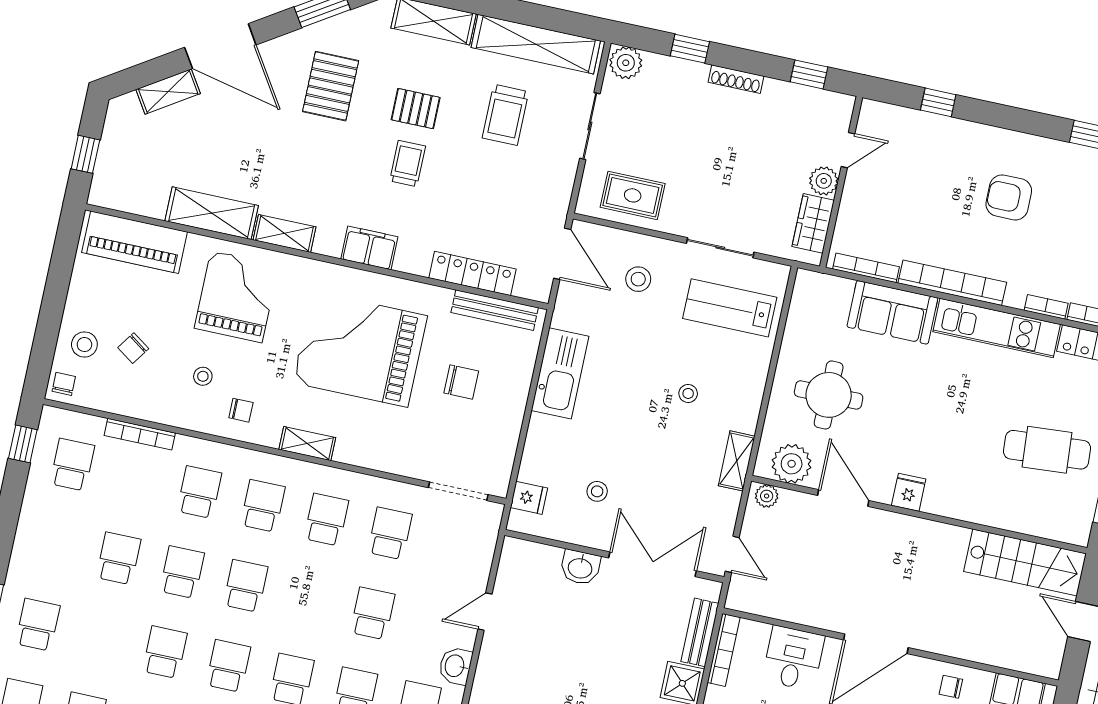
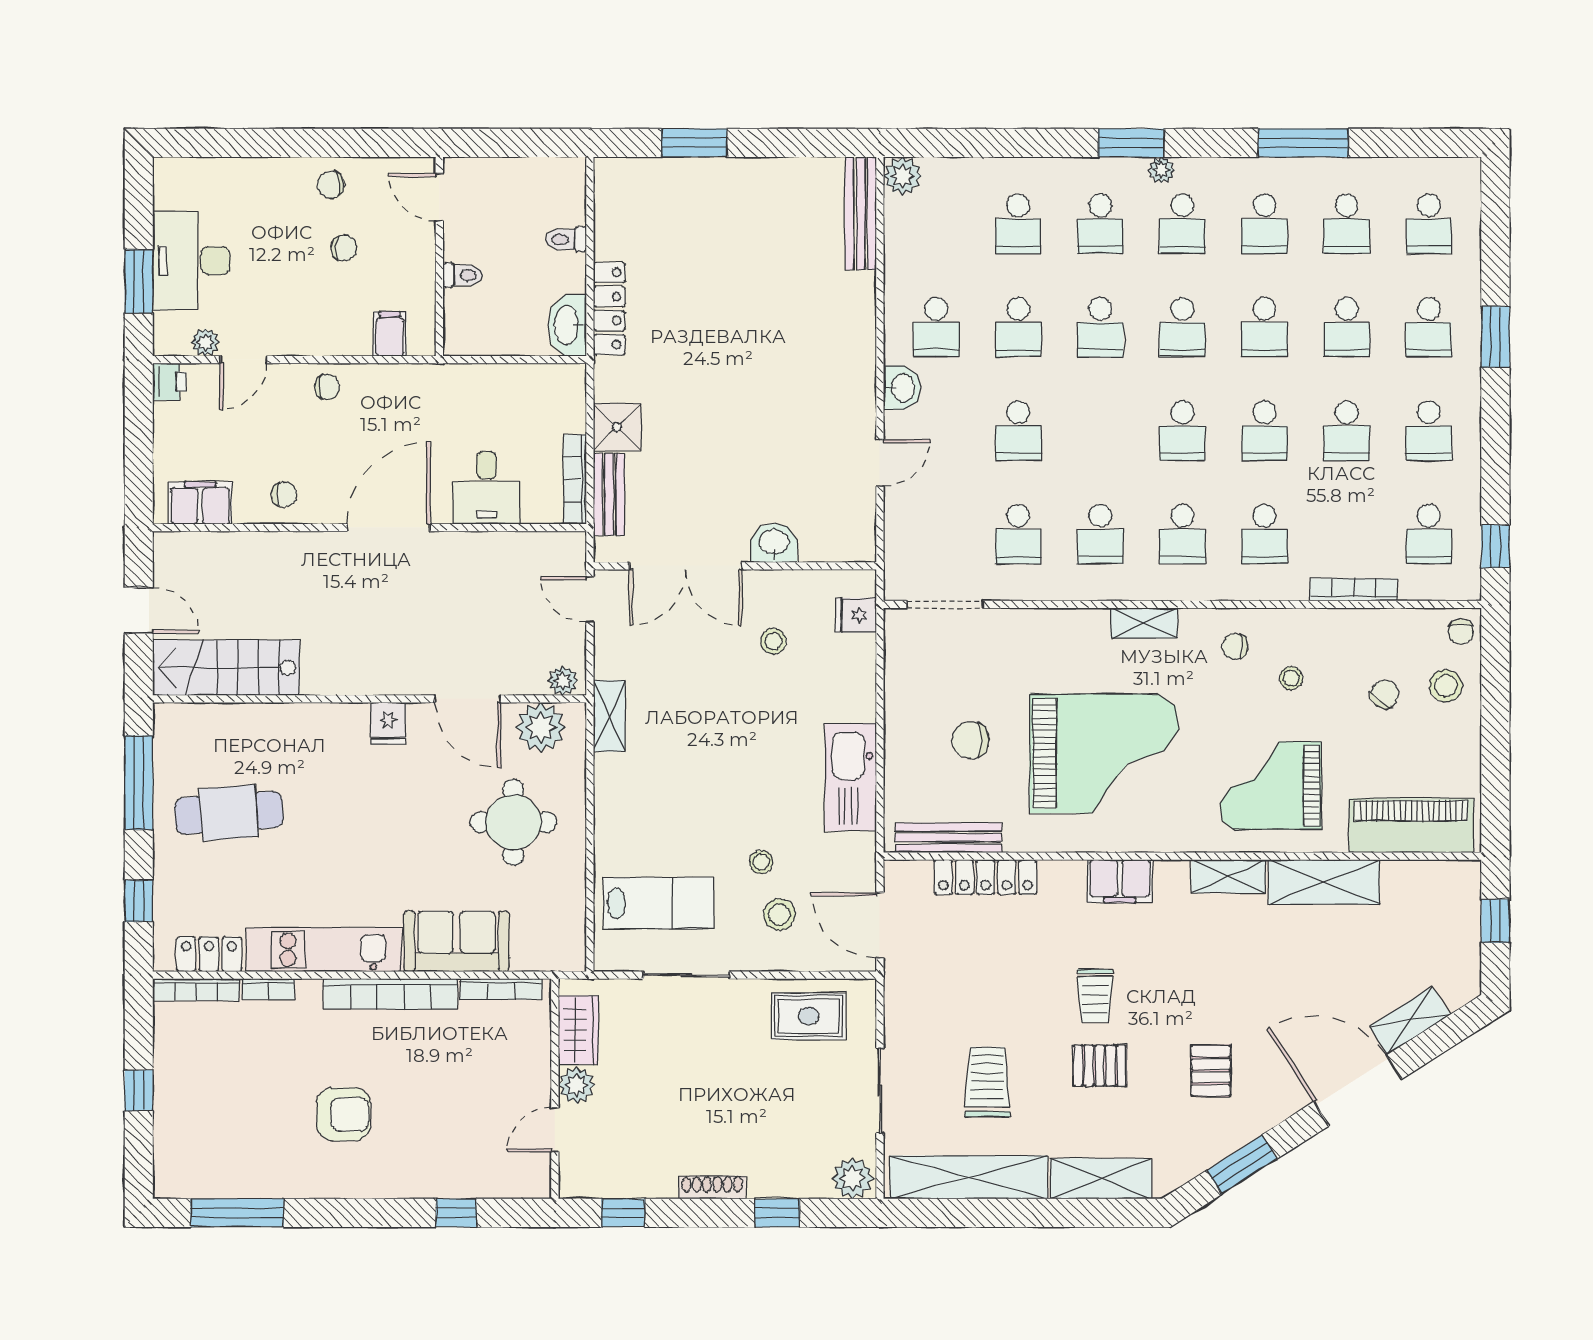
pallet: (331, 86) -> (1211, 1071), width x0.67, depth x0.71
grand piano: (237, 297) -> (1271, 786), turned 90
stool: (688, 393) -> (761, 862), moved
school desk: (55, 545) -> (1429, 431), added
school desk: (101, 638) -> (1347, 327), added

